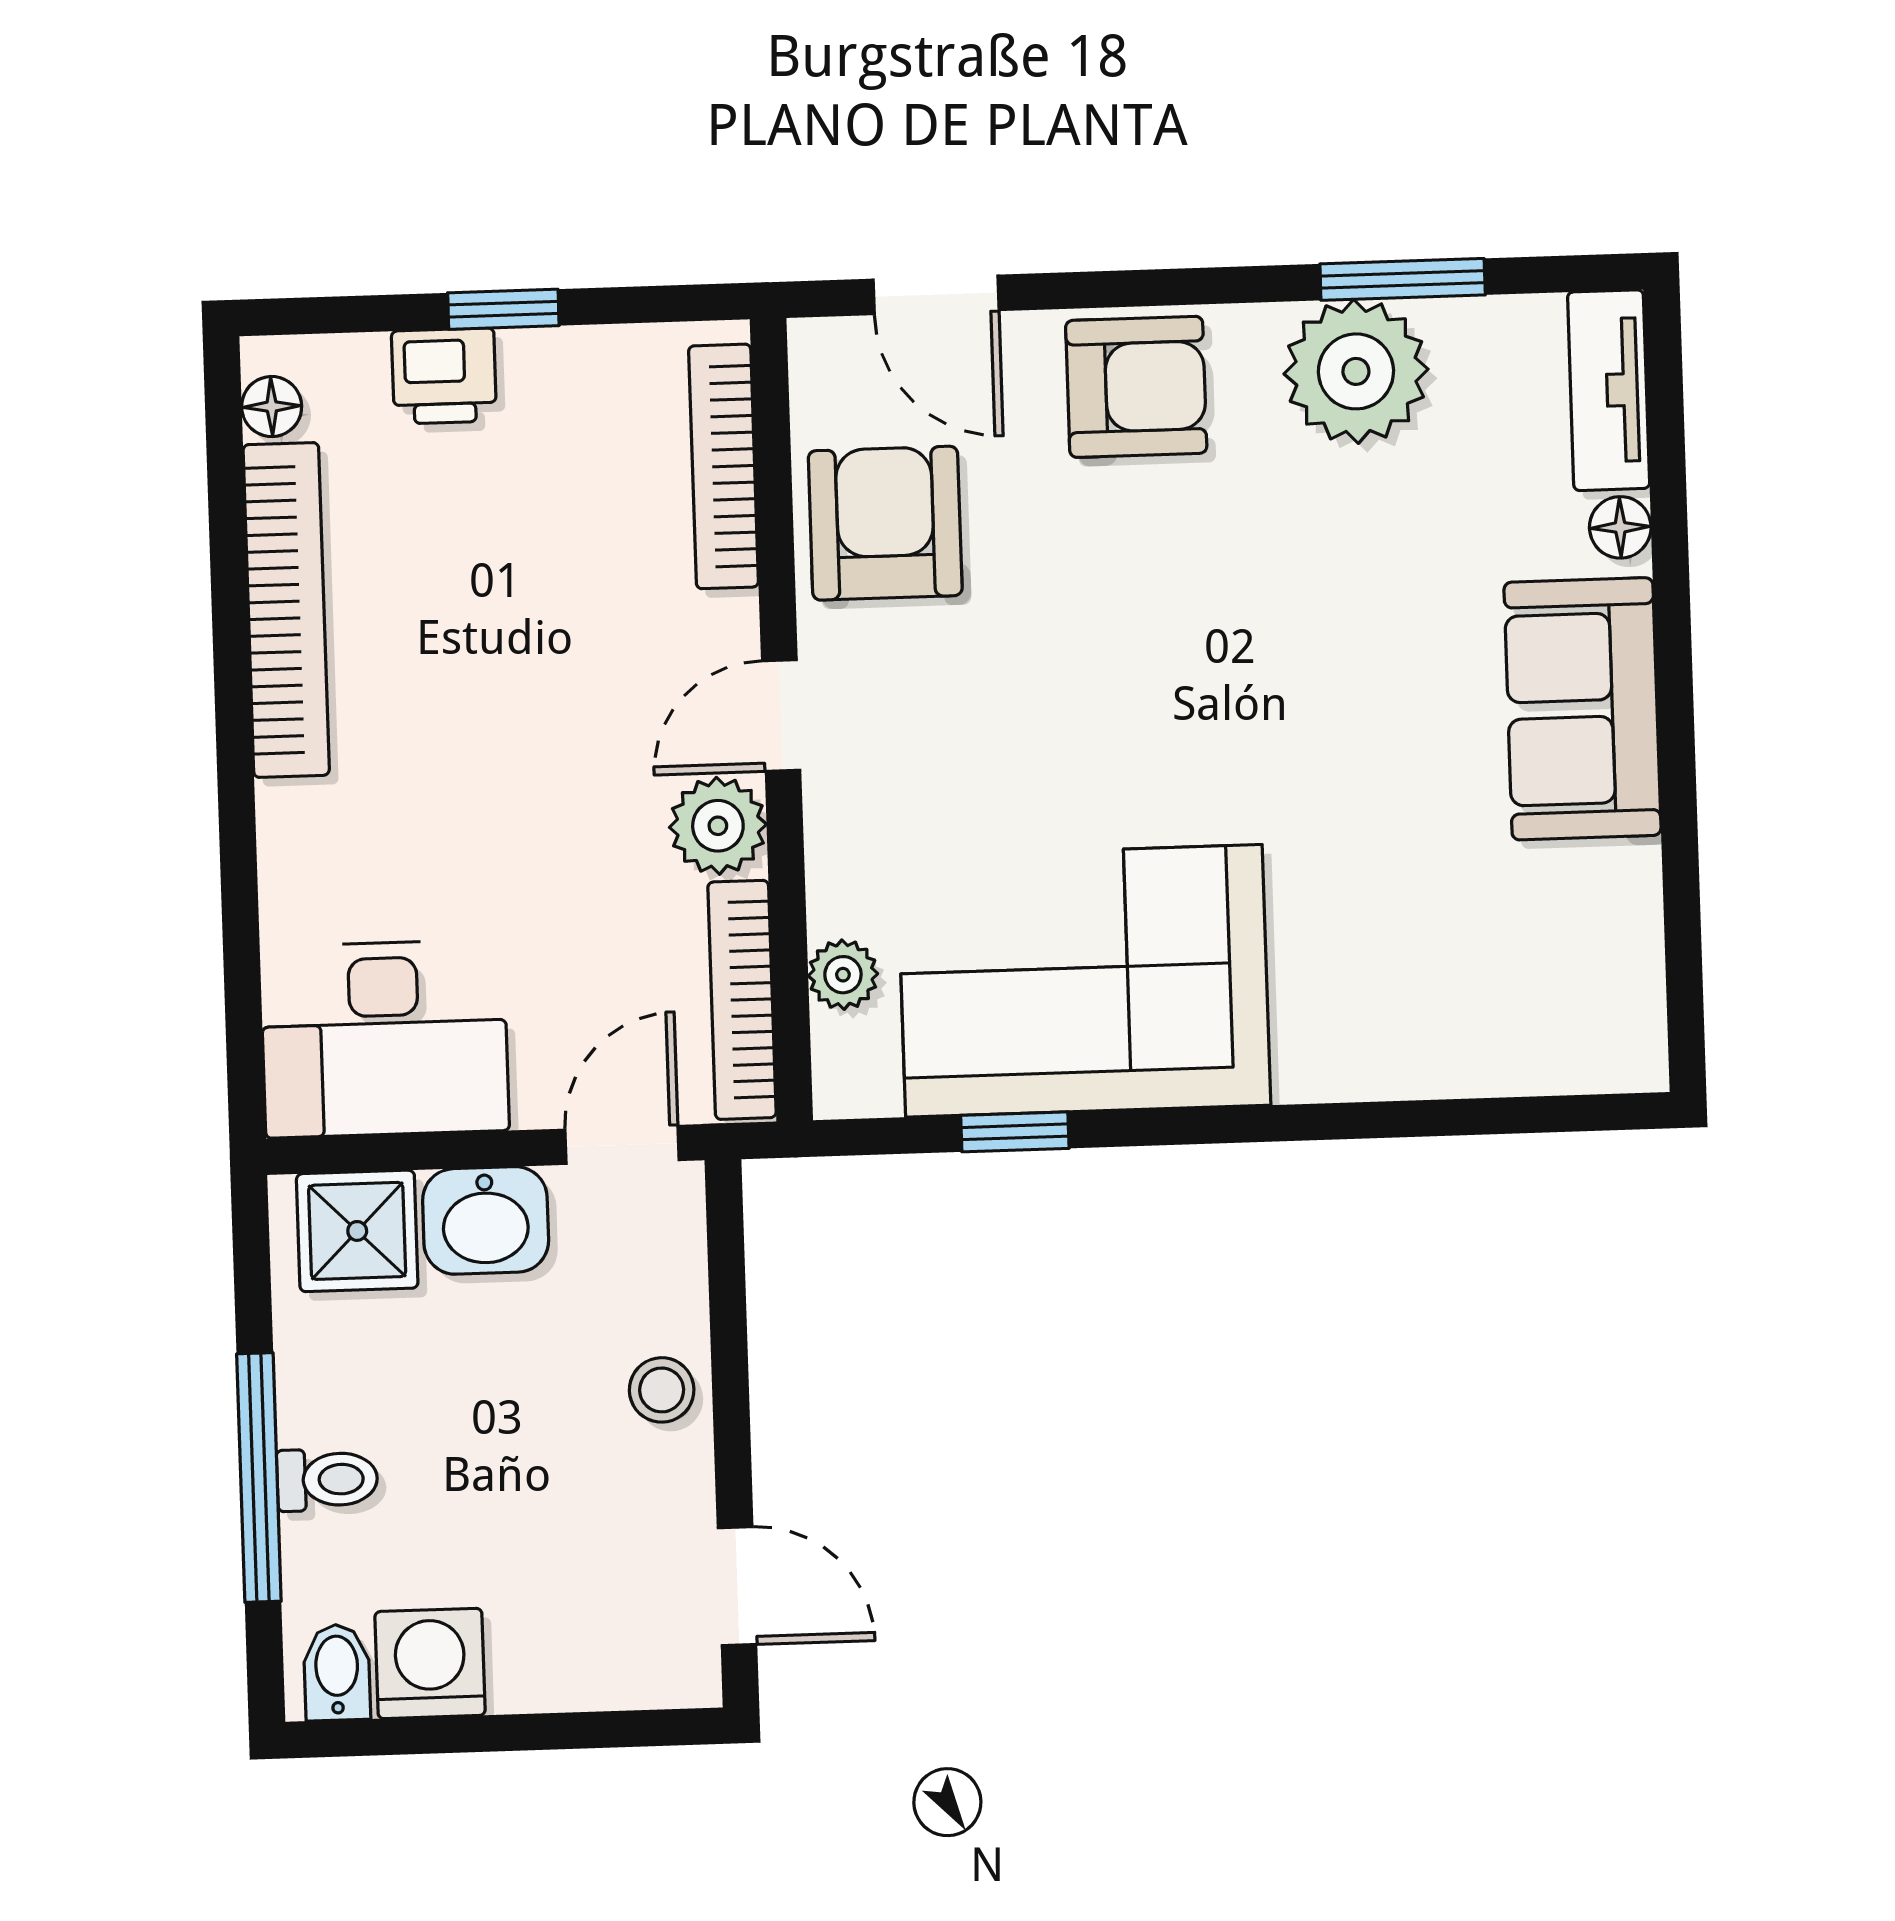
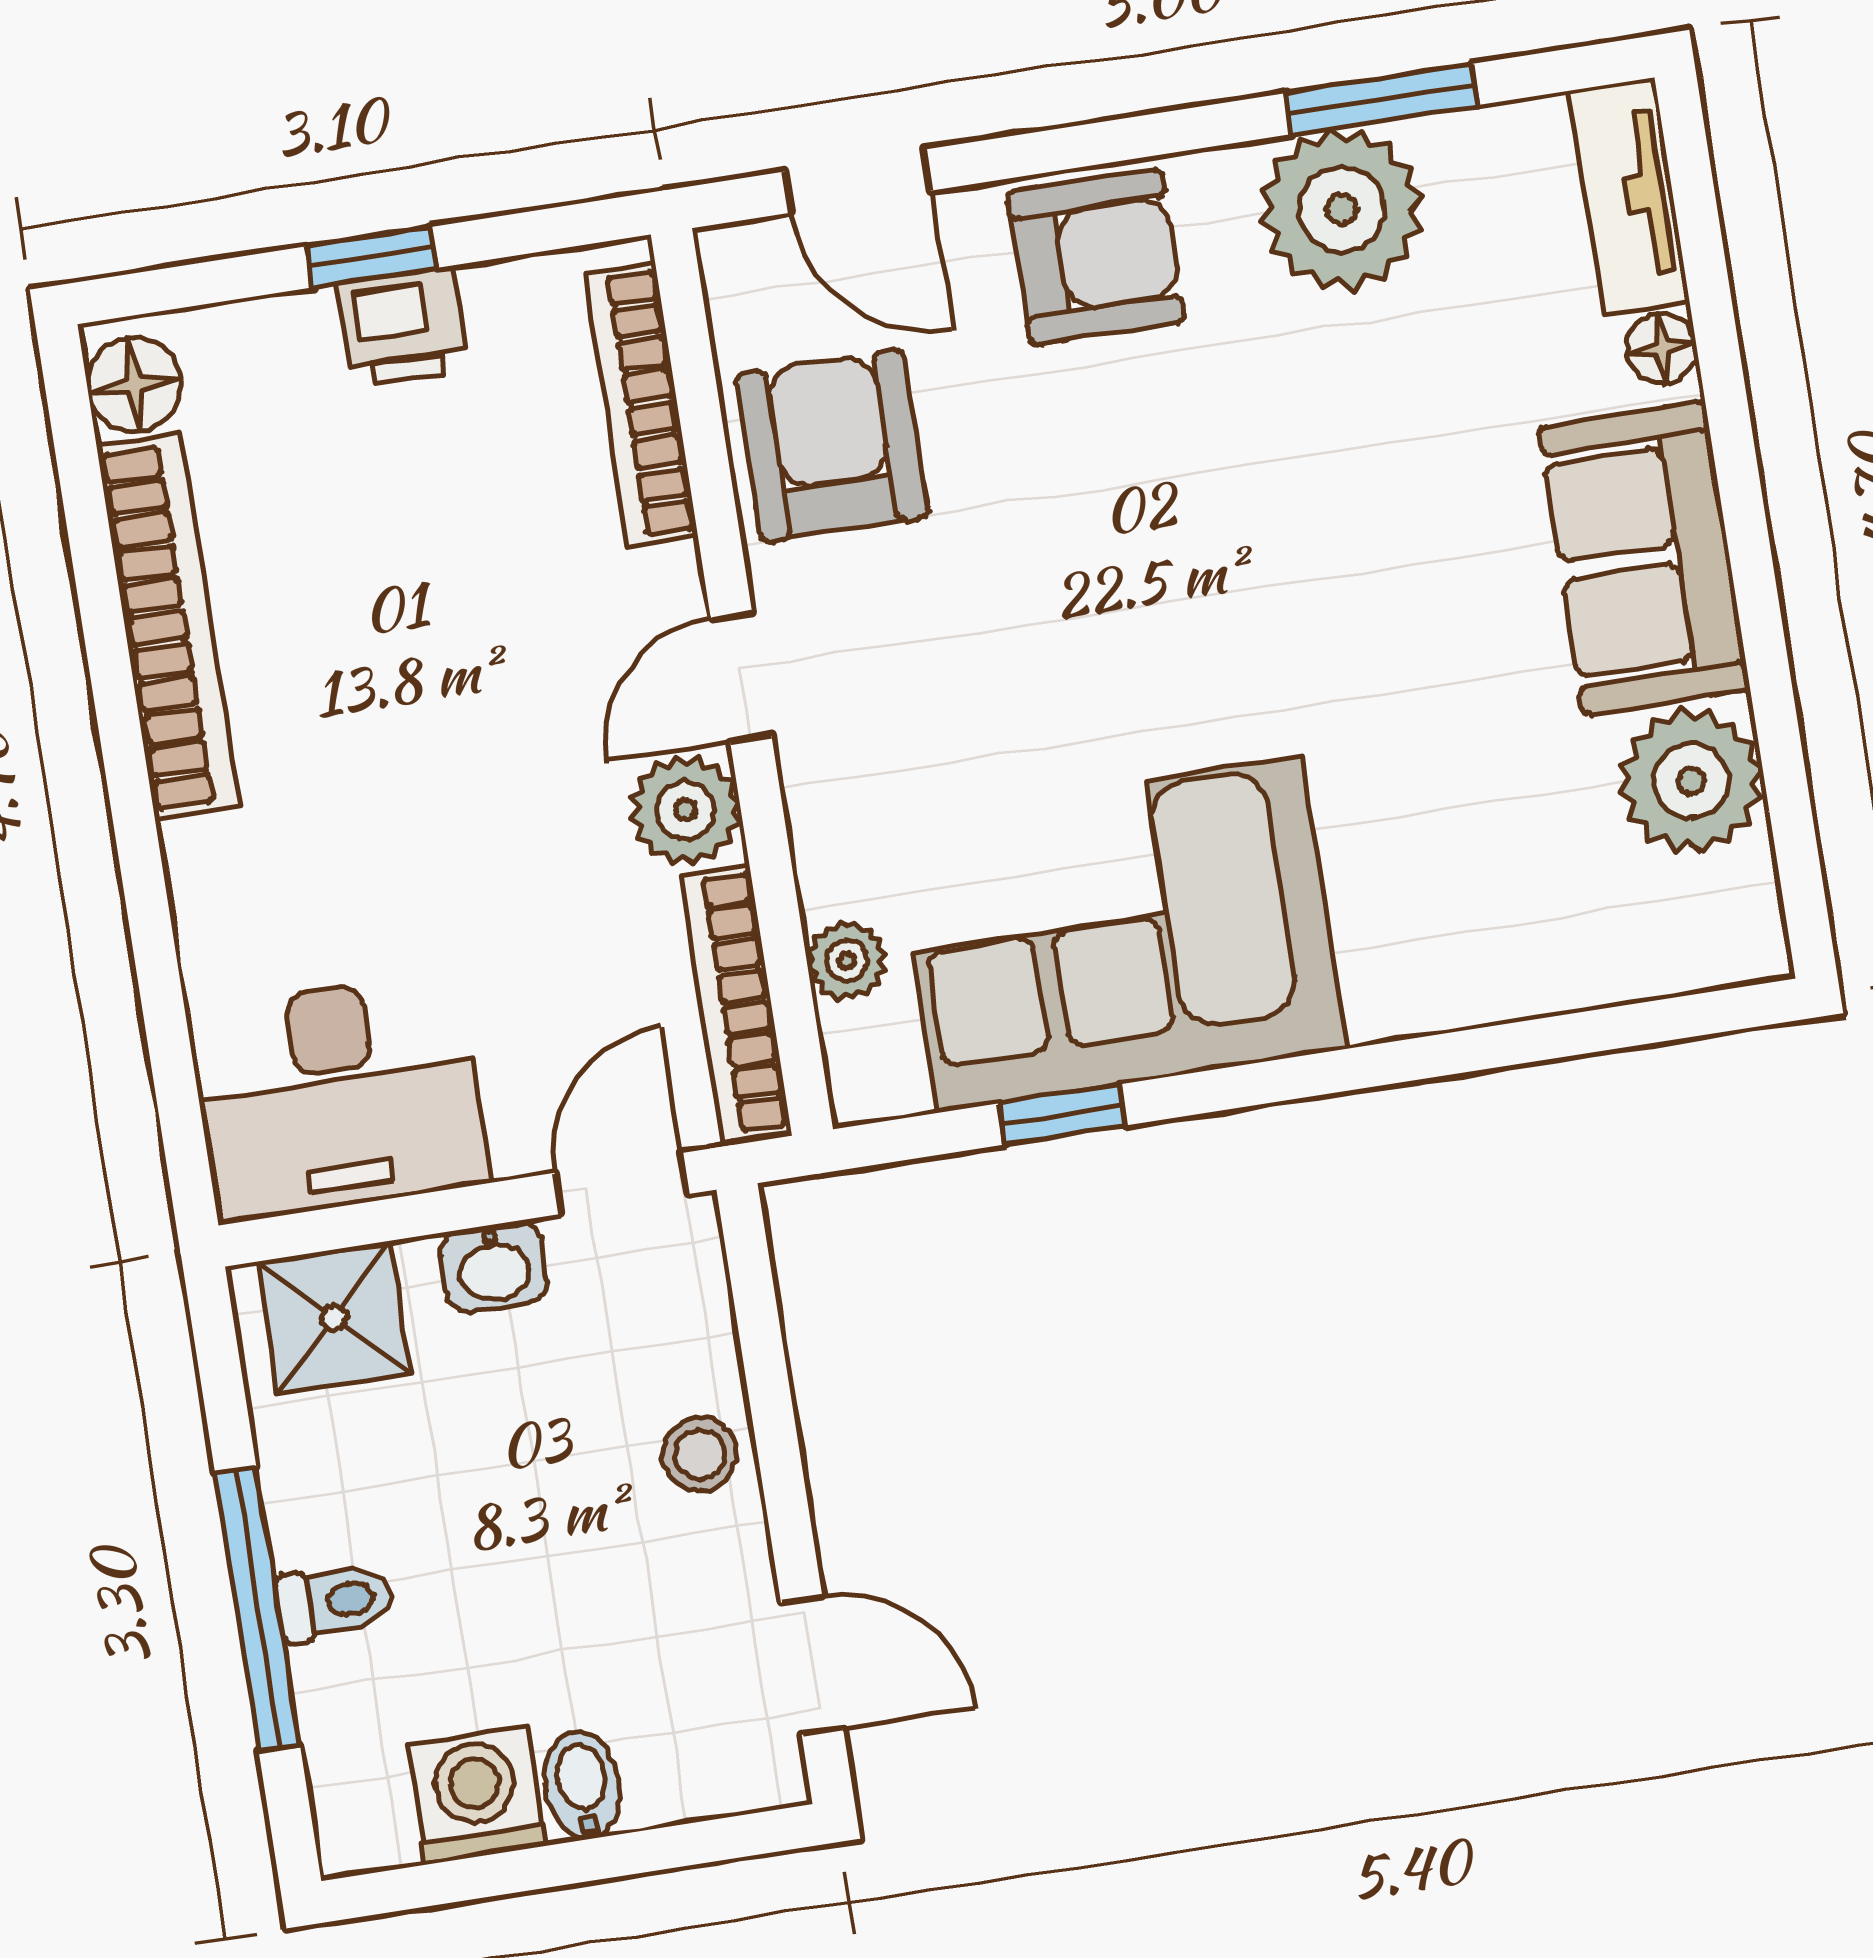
printer: (444, 376) -> (403, 327), moved
floor lamp: (272, 407) -> (134, 385), width x1.37, depth x1.37
plant: (1600, 908) -> (1691, 781), added
washbasin: (486, 1220) -> (494, 1266), width x0.72, depth x0.69
bidet: (337, 1672) -> (582, 1785), moved

